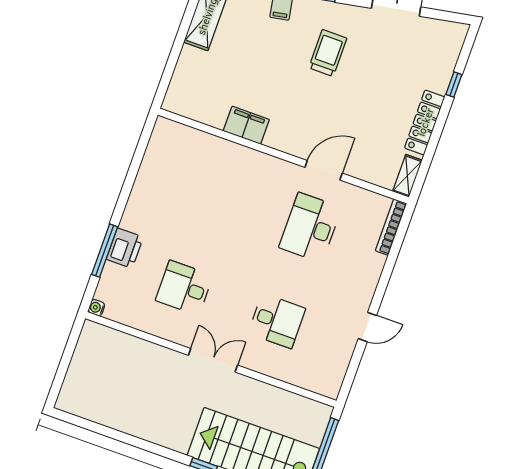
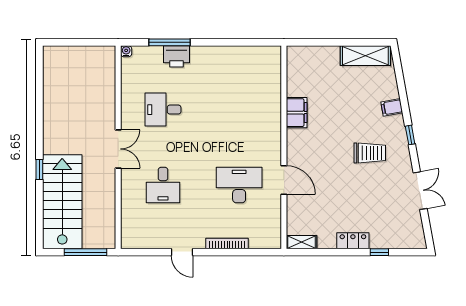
locker: (425, 122) -> (353, 241), width x0.66
bookcase: (391, 227) -> (227, 243), moved
desk: (184, 288) -> (163, 110), turned -90

